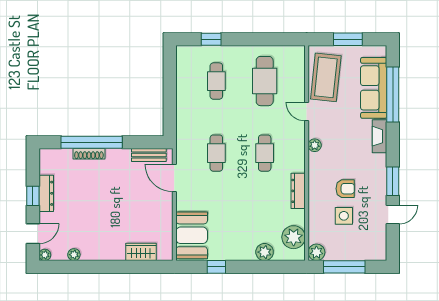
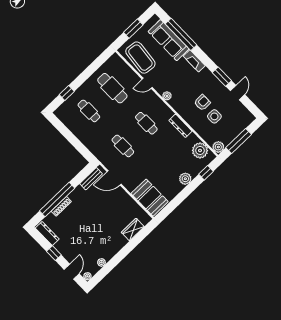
dresser: (46, 193) -> (47, 233), moved
plant: (265, 252) -> (185, 179), moved
window: (216, 267) -> (206, 173), moved

